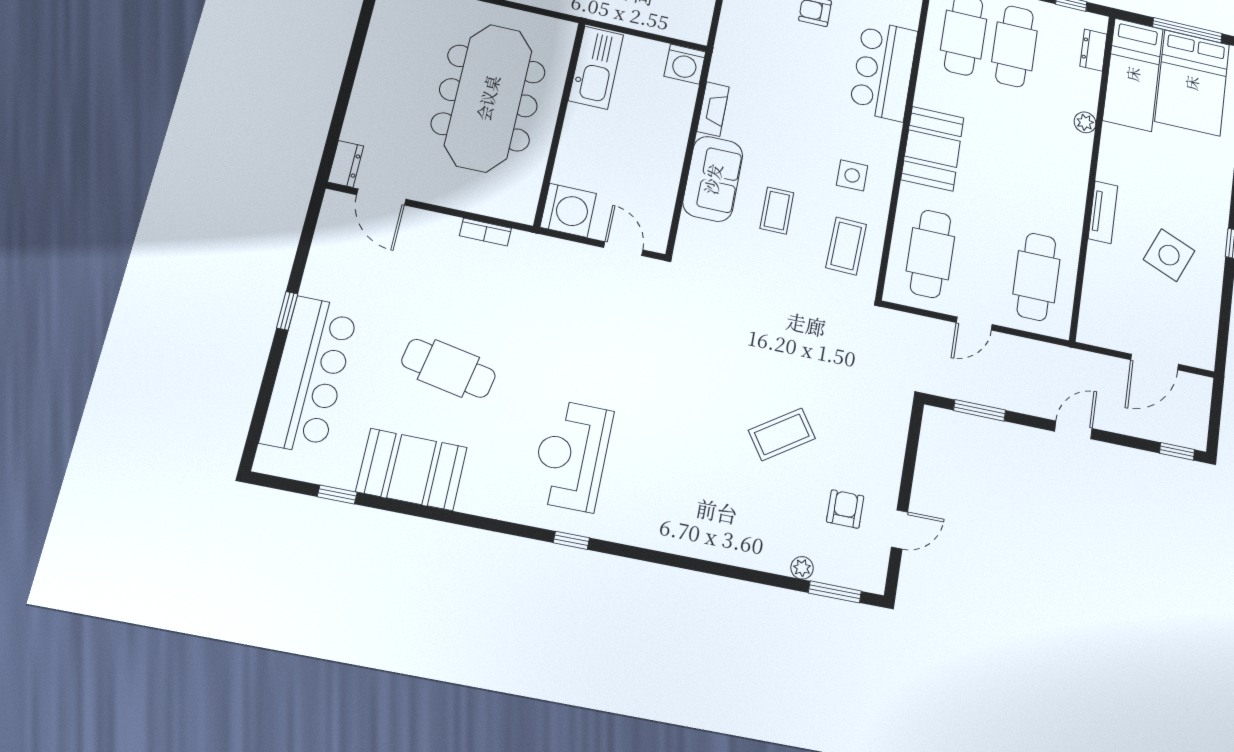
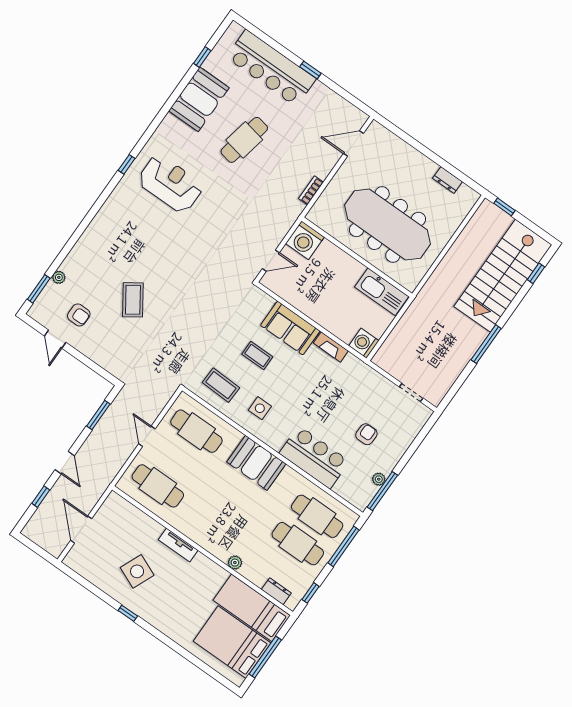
dresser: (346, 164) -> (447, 180), moved
window: (1177, 451) -> (41, 497), moved

